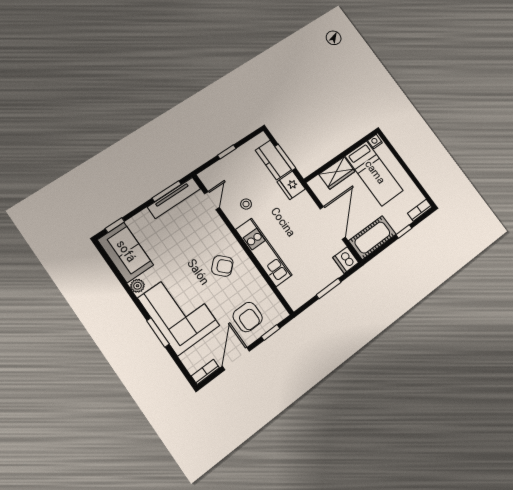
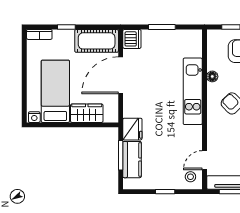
stool: (246, 204) -> (190, 177), moved
floor lamp: (256, 277) -> (212, 76), added

